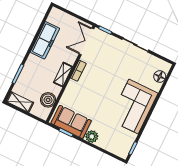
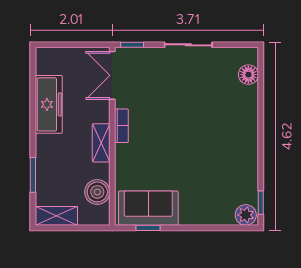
corner sofa: (134, 107) -> (231, 139), removed
plant: (92, 136) -> (246, 215), moved

